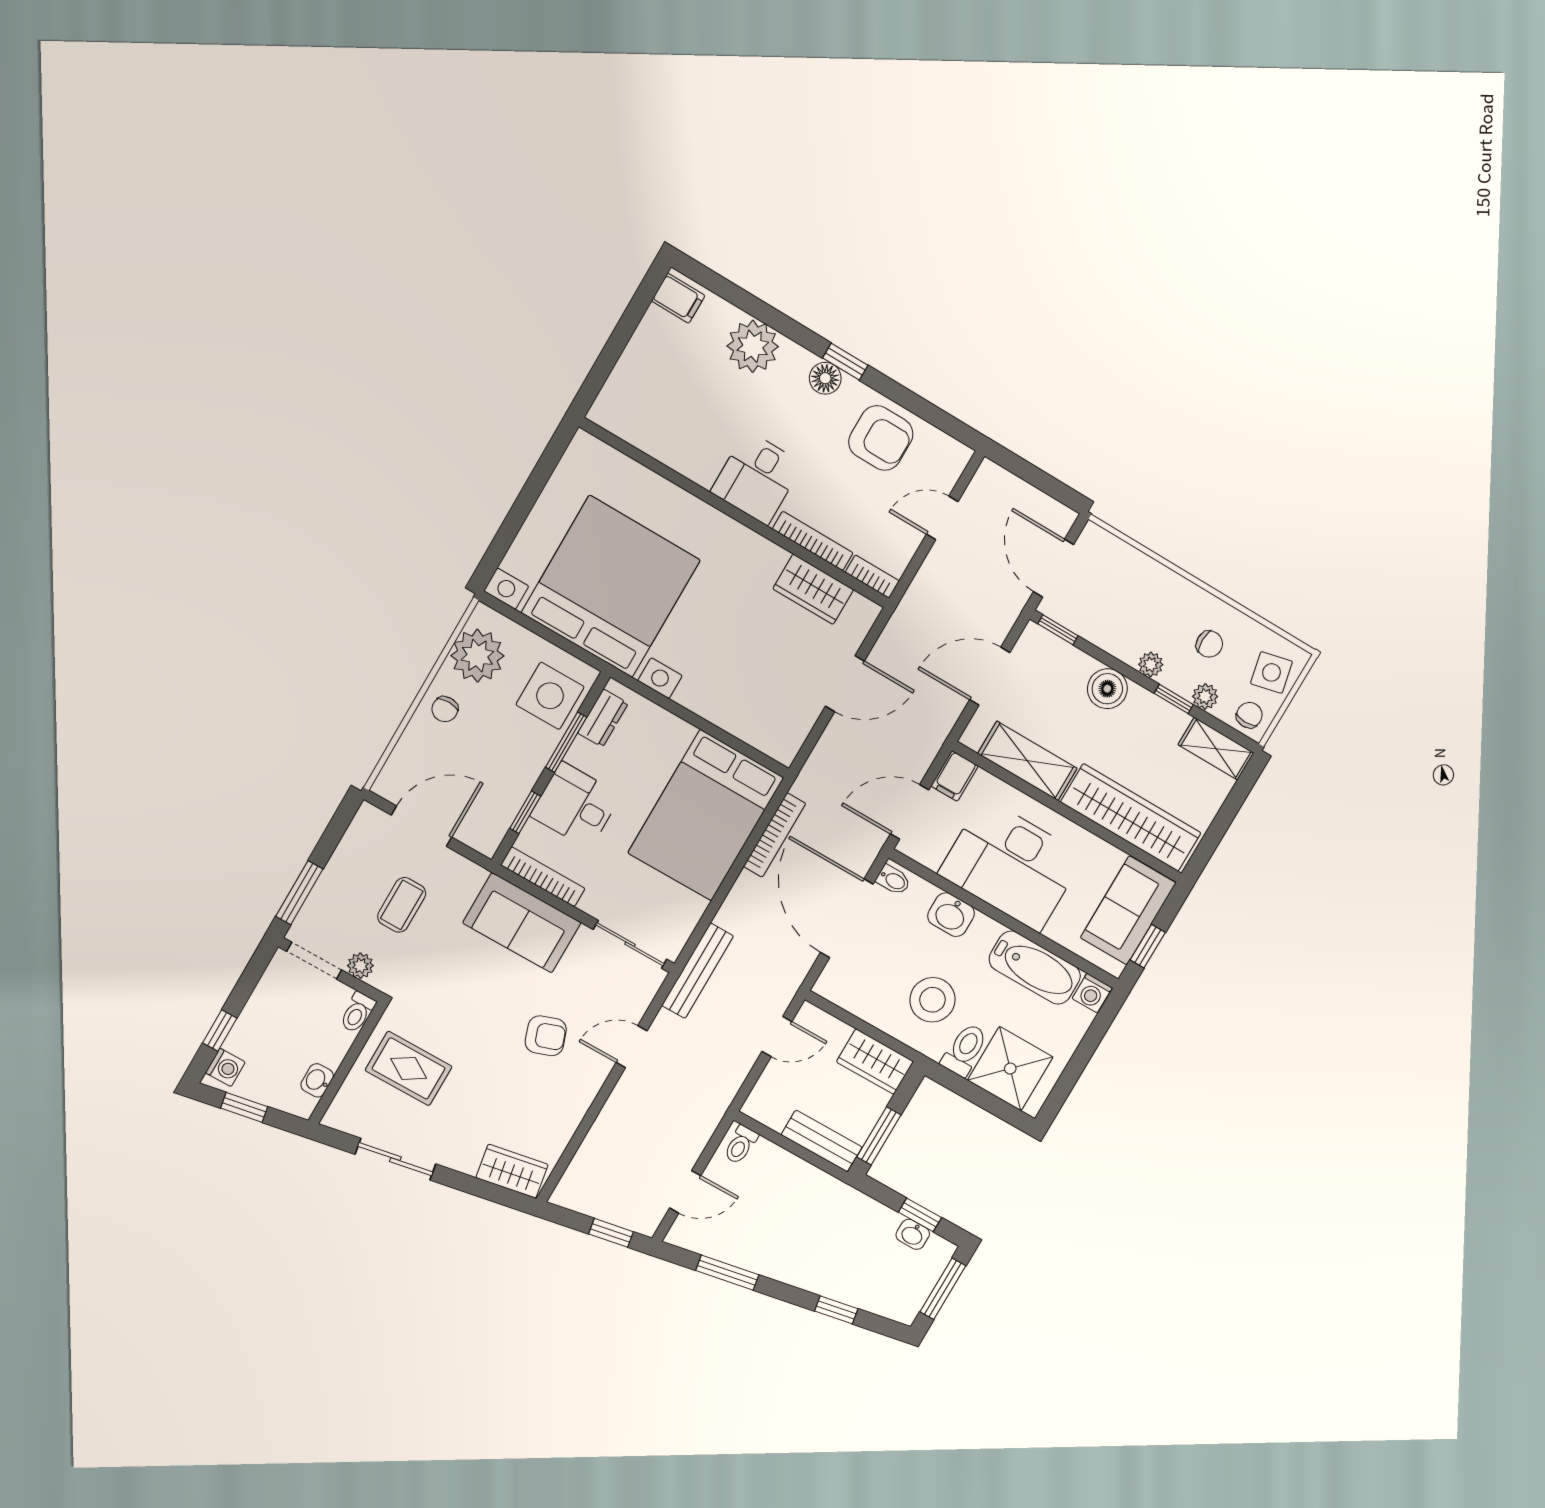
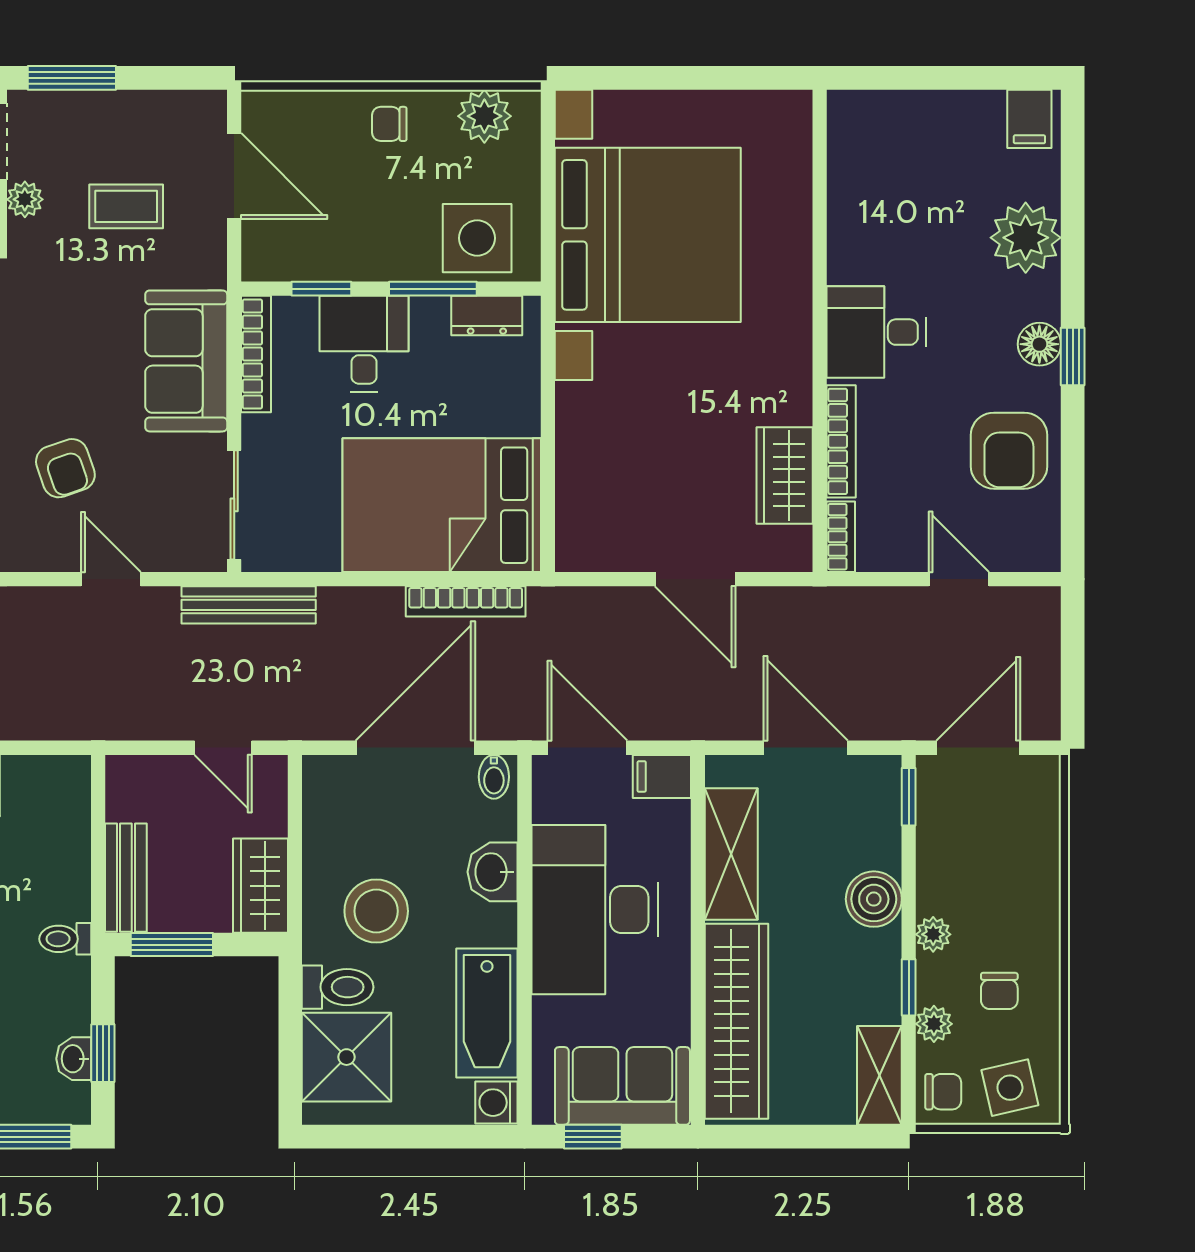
plant: (477, 656) -> (484, 116), width x0.73, depth x0.73
toilet: (741, 1145) -> (65, 939), moved

